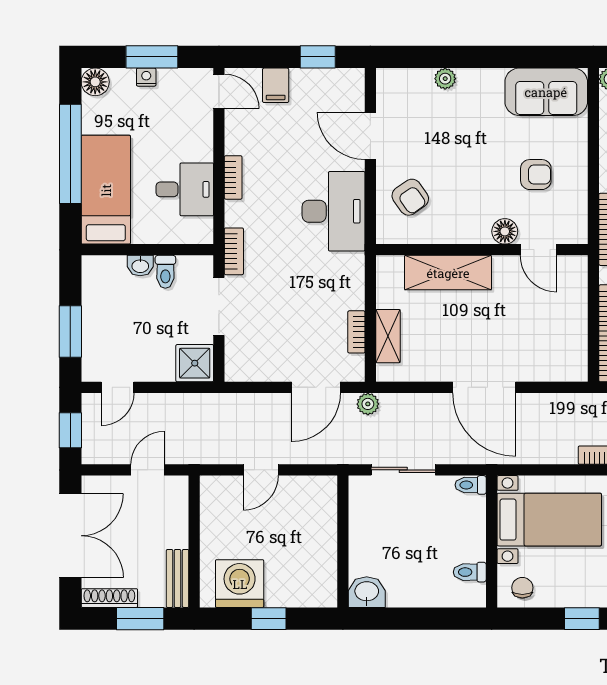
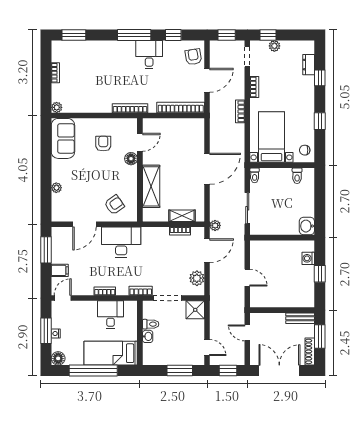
window: (318, 57) -> (46, 250), width x1.50
plant: (260, 366) -> (197, 278), added
door: (316, 387) -> (207, 251), hinge flipped
washing machine: (240, 584) -> (308, 258), moved, width x0.53, depth x0.53

